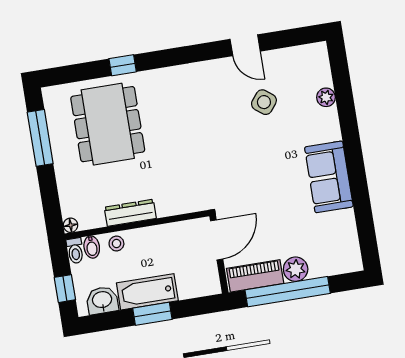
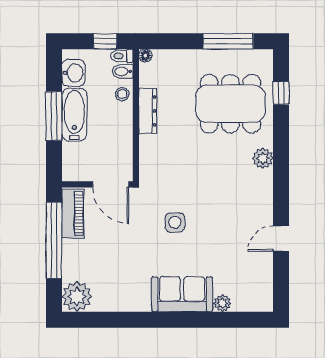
window: (123, 65) -> (281, 93), moved
plant: (161, 79) -> (263, 158), added
side table: (264, 102) -> (175, 222), moved, turned -38
sofa: (329, 177) -> (182, 294), moved
plant: (296, 269) -> (77, 297), moved, width x1.36, depth x1.36
window: (65, 289) -> (105, 41), moved
window: (152, 314) -> (54, 116), width x1.44

